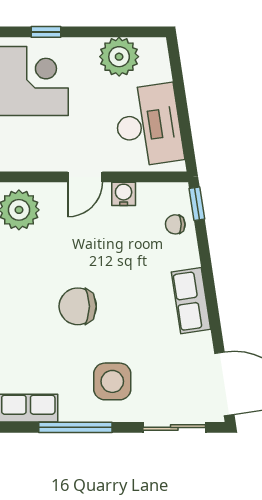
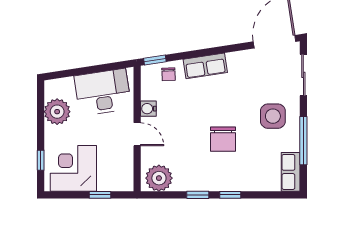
row of seats: (191, 301) -> (205, 66), moved

